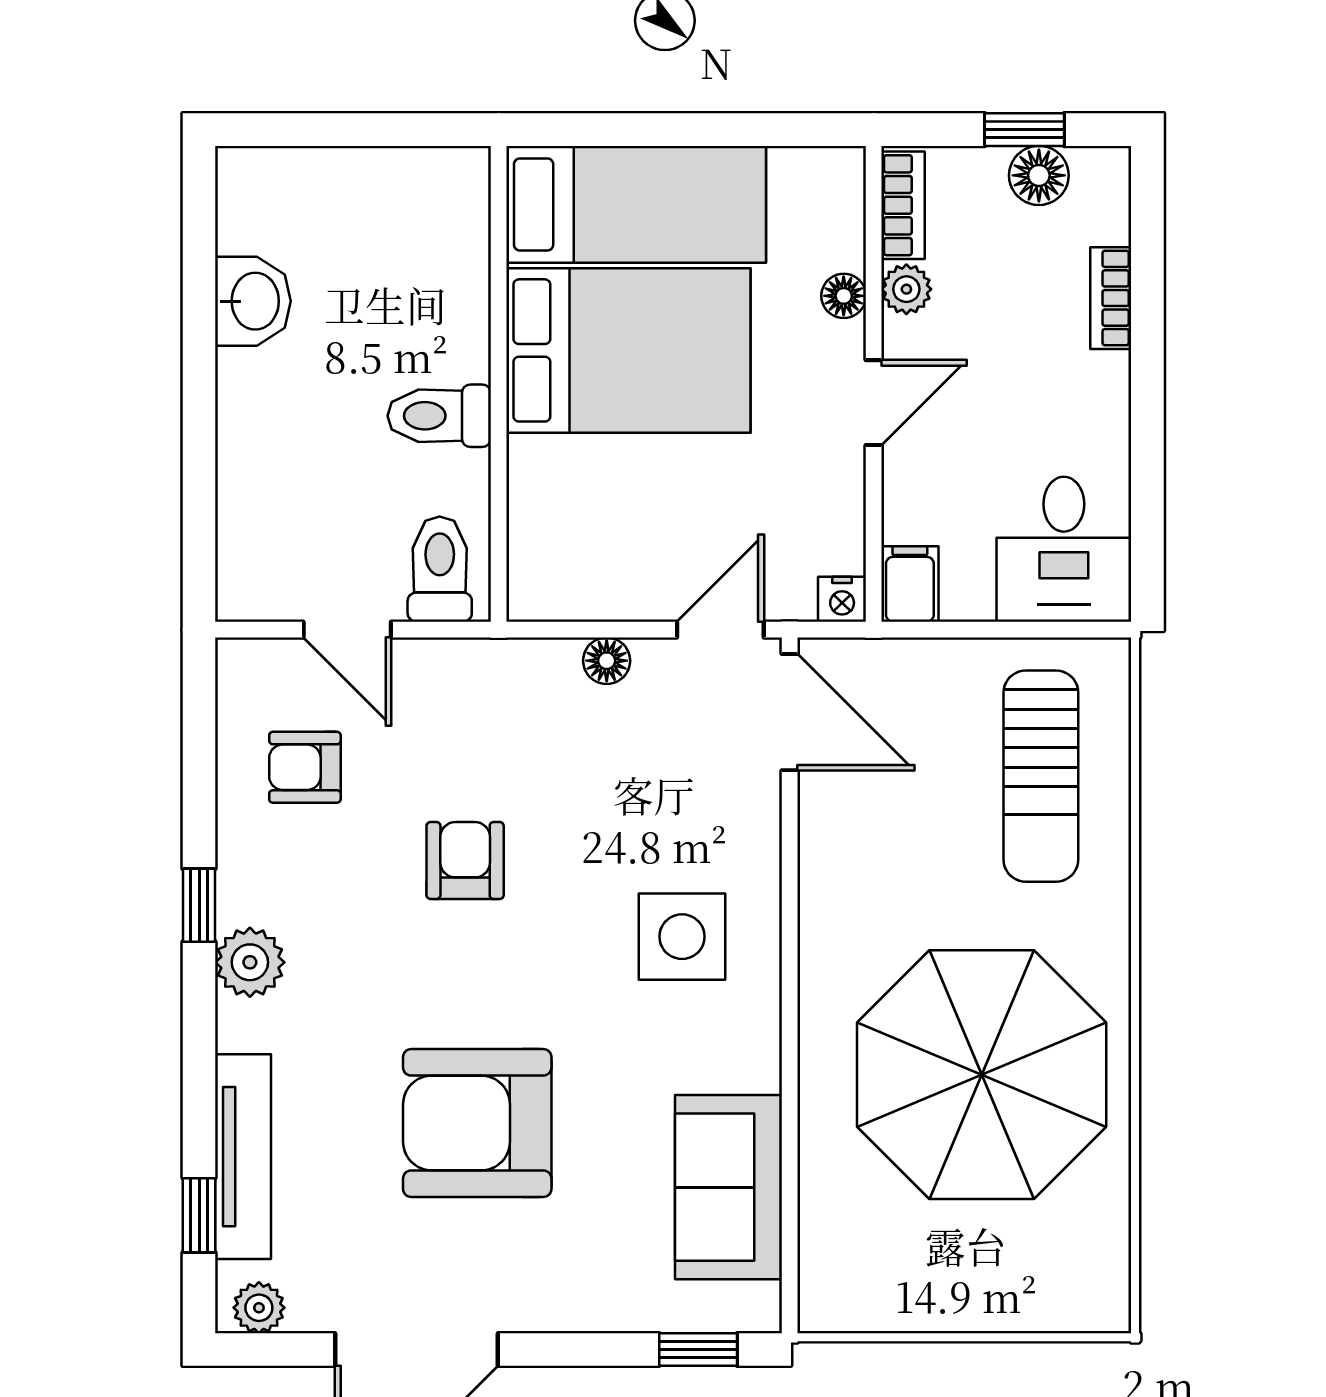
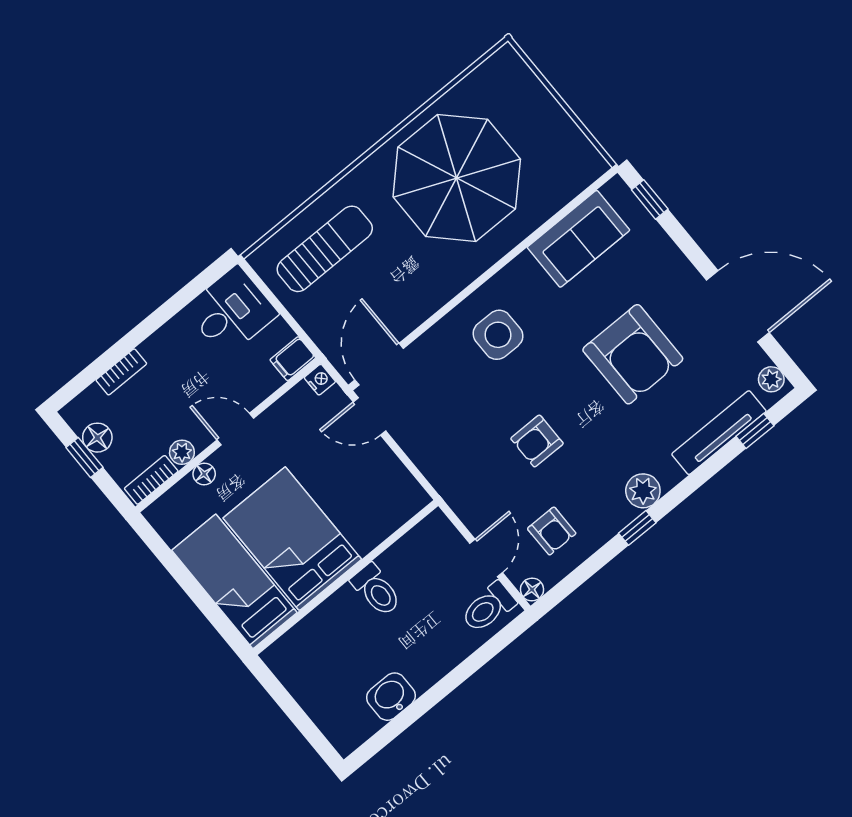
toilet: (440, 569) -> (488, 607), moved
floor lamp: (607, 661) -> (532, 590), moved

